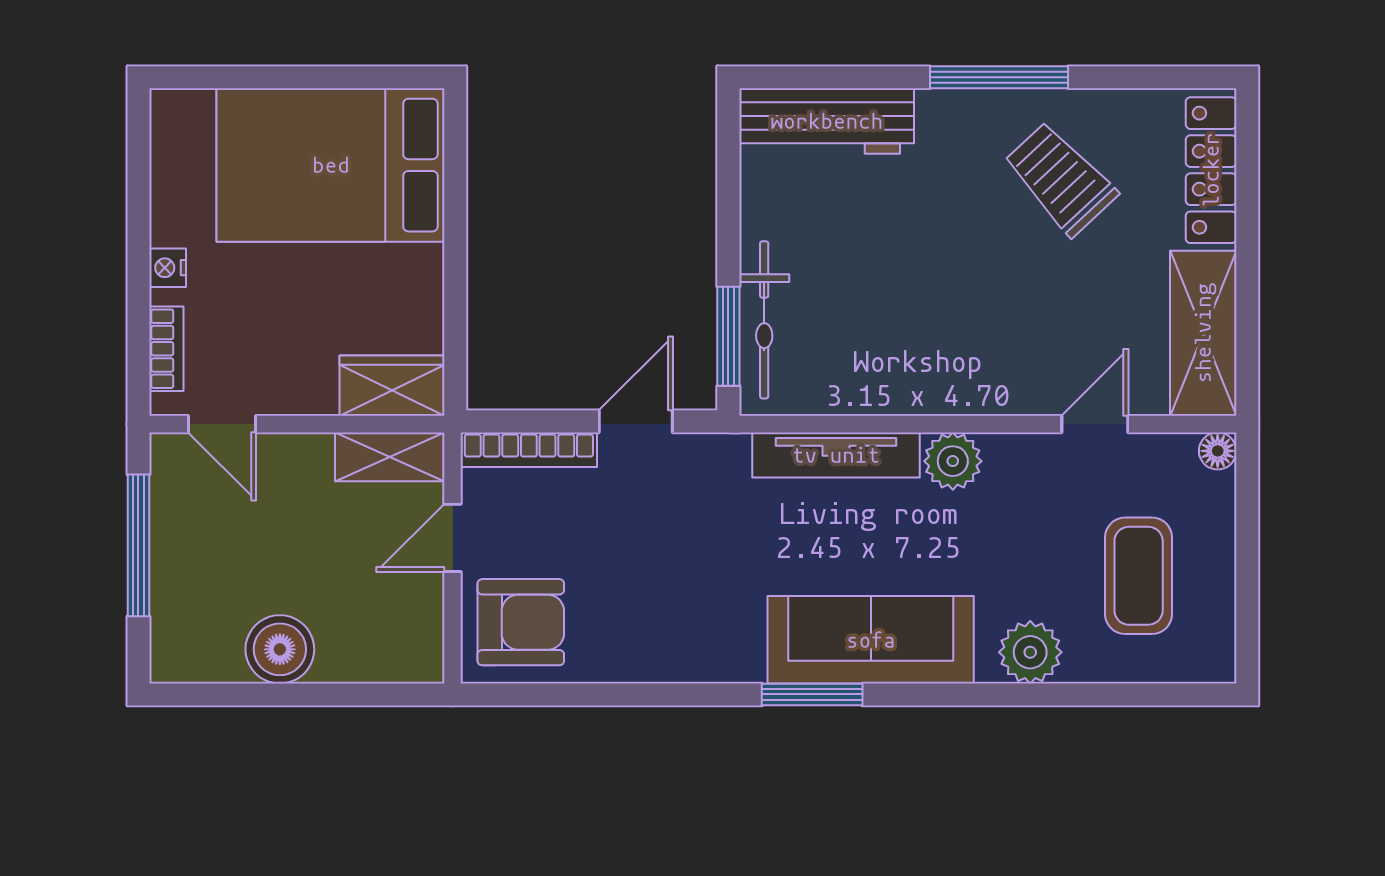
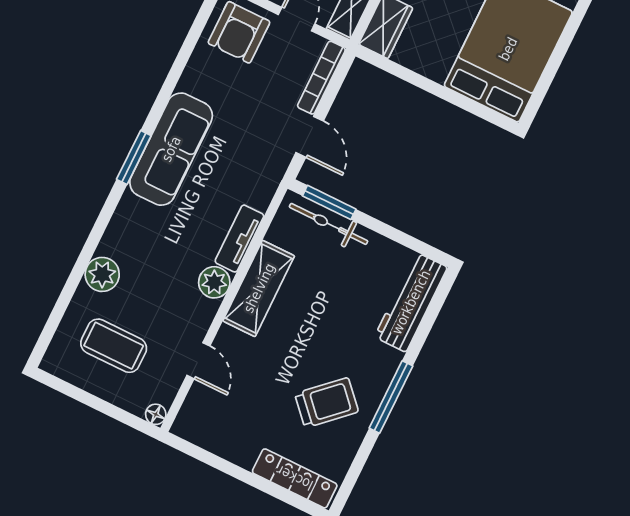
shelving: (1203, 333) -> (259, 288), moved, turned 90
tv unit: (836, 455) -> (239, 239), width x0.71
sofa: (871, 640) -> (171, 149), moved

